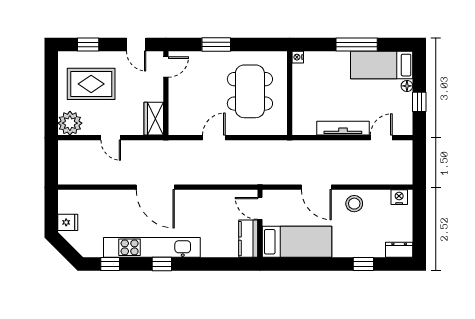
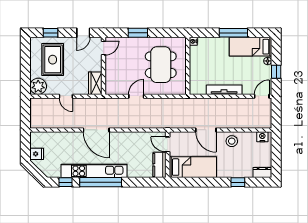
door: (136, 44) -> (83, 33), hinge flipped
rug: (91, 84) -> (53, 60), turned 90
door: (381, 138) -> (262, 96), moved
window: (162, 264) -> (101, 182), width x3.17

